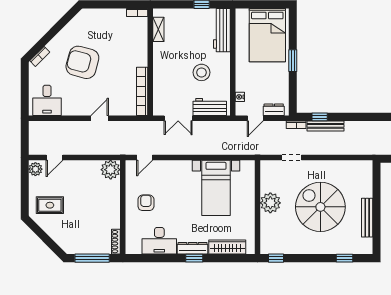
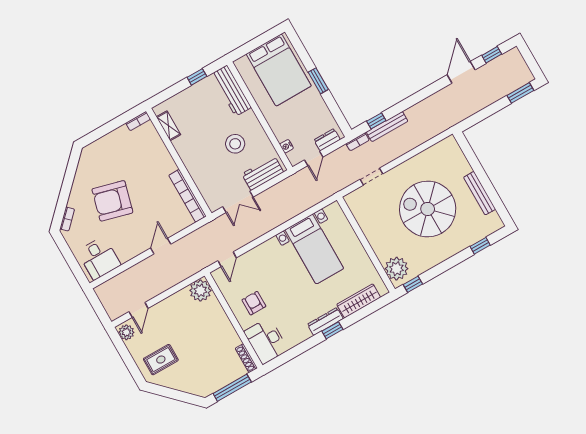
plant: (270, 203) -> (397, 269), moved
desk: (159, 241) -> (266, 341), moved, turned 90

